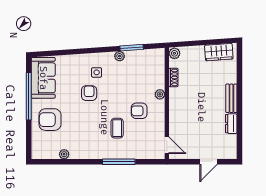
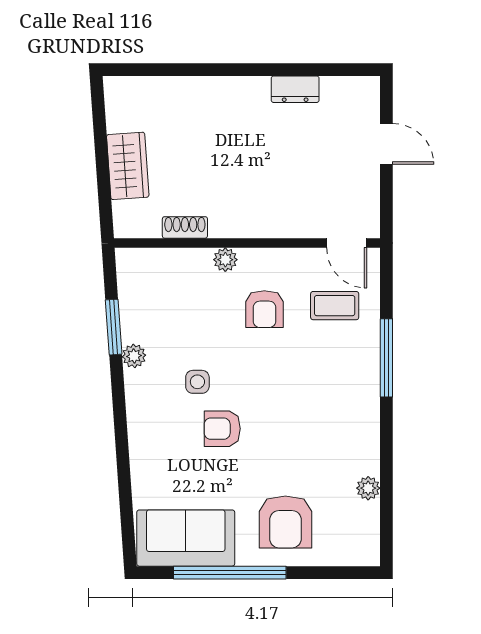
wardrobe: (219, 52) -> (128, 166), moved
plant: (174, 53) -> (127, 225), removed
side table: (97, 72) -> (197, 382), moved
bench: (231, 98) -> (235, 89), removed
coffee table: (117, 128) -> (335, 306), moved
door: (167, 145) -> (347, 243), swing flipped

